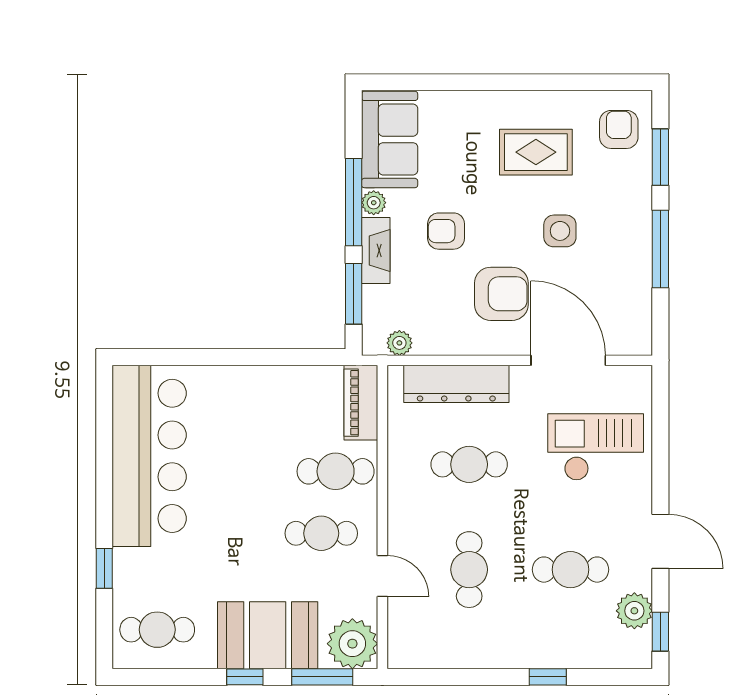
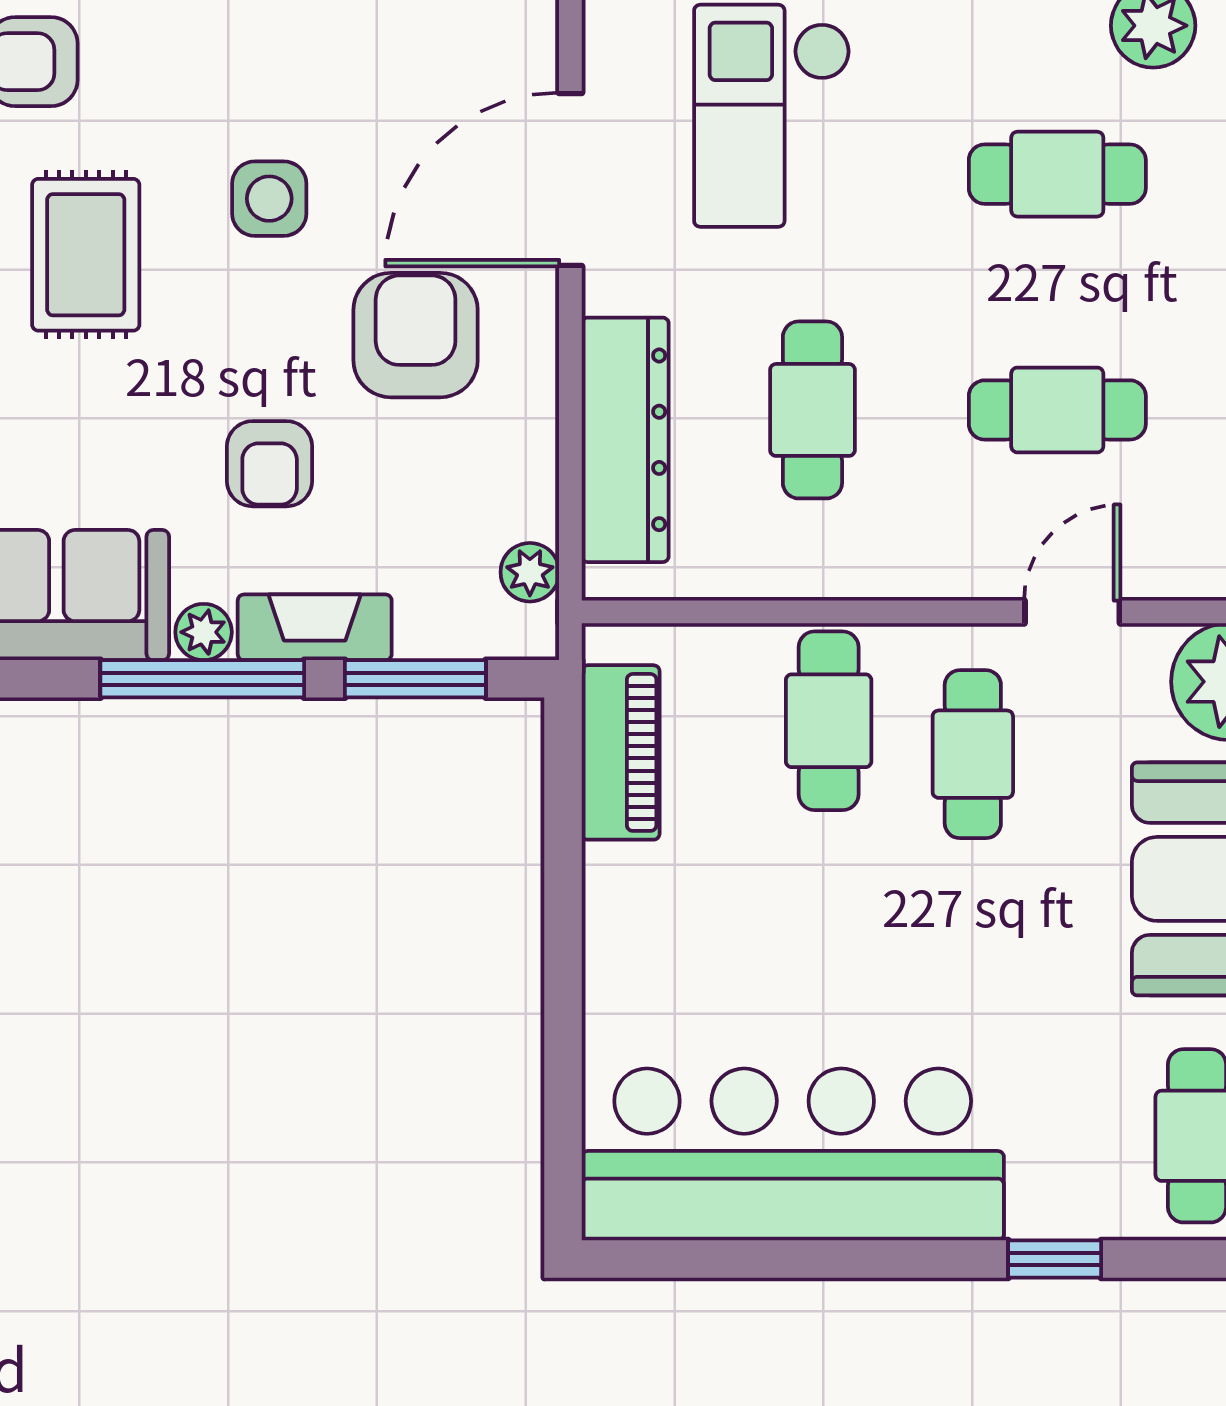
piano: (361, 403) -> (621, 752), moved, turned -90
cafe table: (570, 570) -> (1057, 174), turned 90

